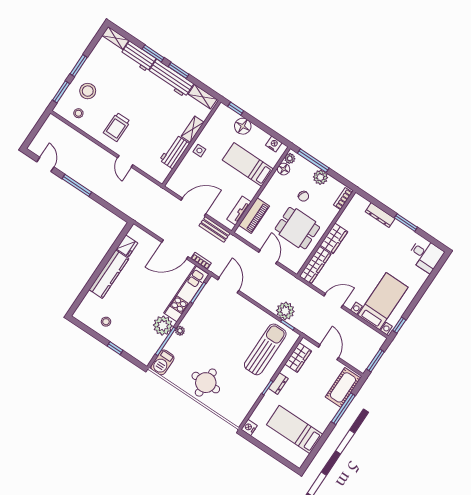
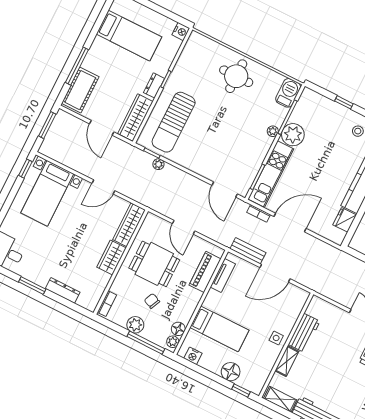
plant: (285, 311) -> (158, 164), width x0.53, depth x0.53
wardrobe: (298, 358) -> (135, 118), width x1.50

